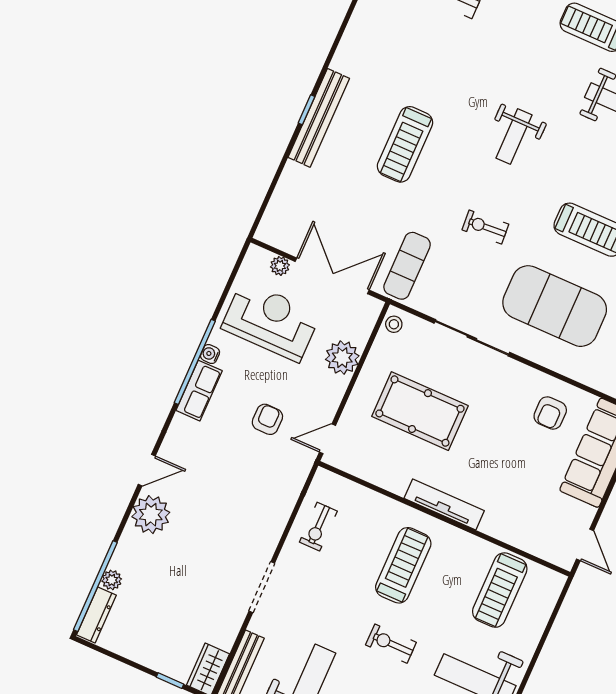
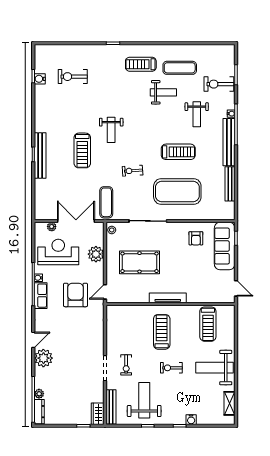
weight bench: (514, 137) -> (111, 130), moved
armchair: (267, 419) -> (75, 295), width x1.88, depth x1.88
exercise bike: (318, 527) -> (126, 365), moved

